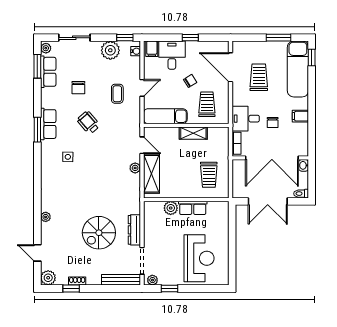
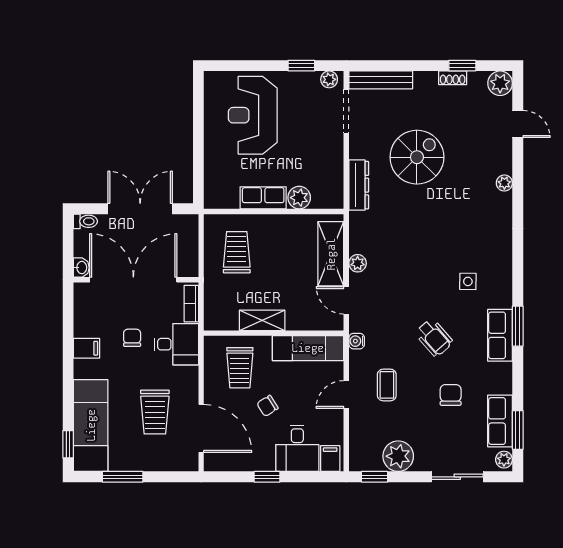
water cooler: (136, 51) -> (357, 341), moved
dresser: (134, 230) -> (359, 185), moved

